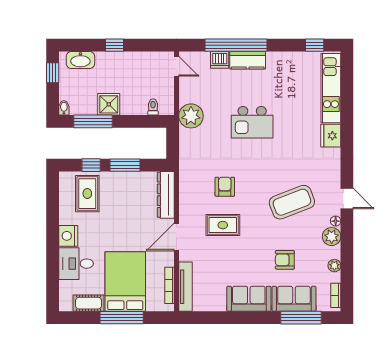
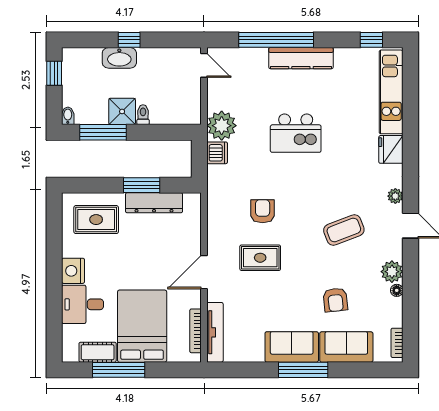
washbasin: (80, 60) -> (119, 58), moved
dishwasher: (220, 60) -> (217, 153), moved, turned -90
kitchen counter: (248, 60) -> (301, 58), width x1.50
toilet: (153, 107) -> (143, 115), moved
window: (91, 165) -> (101, 185), removed
rug: (87, 194) -> (96, 220), turned 90
dresser: (166, 195) -> (154, 203), moved, turned -90
coffee table: (292, 202) -> (344, 230), width x0.73, depth x0.76
floor lamp: (336, 221) -> (397, 290), moved
armchair: (285, 260) -> (335, 300), turned -96
plant: (334, 266) -> (395, 196), moved
window: (122, 318) -> (119, 370), moved
window: (301, 318) -> (303, 370), moved

